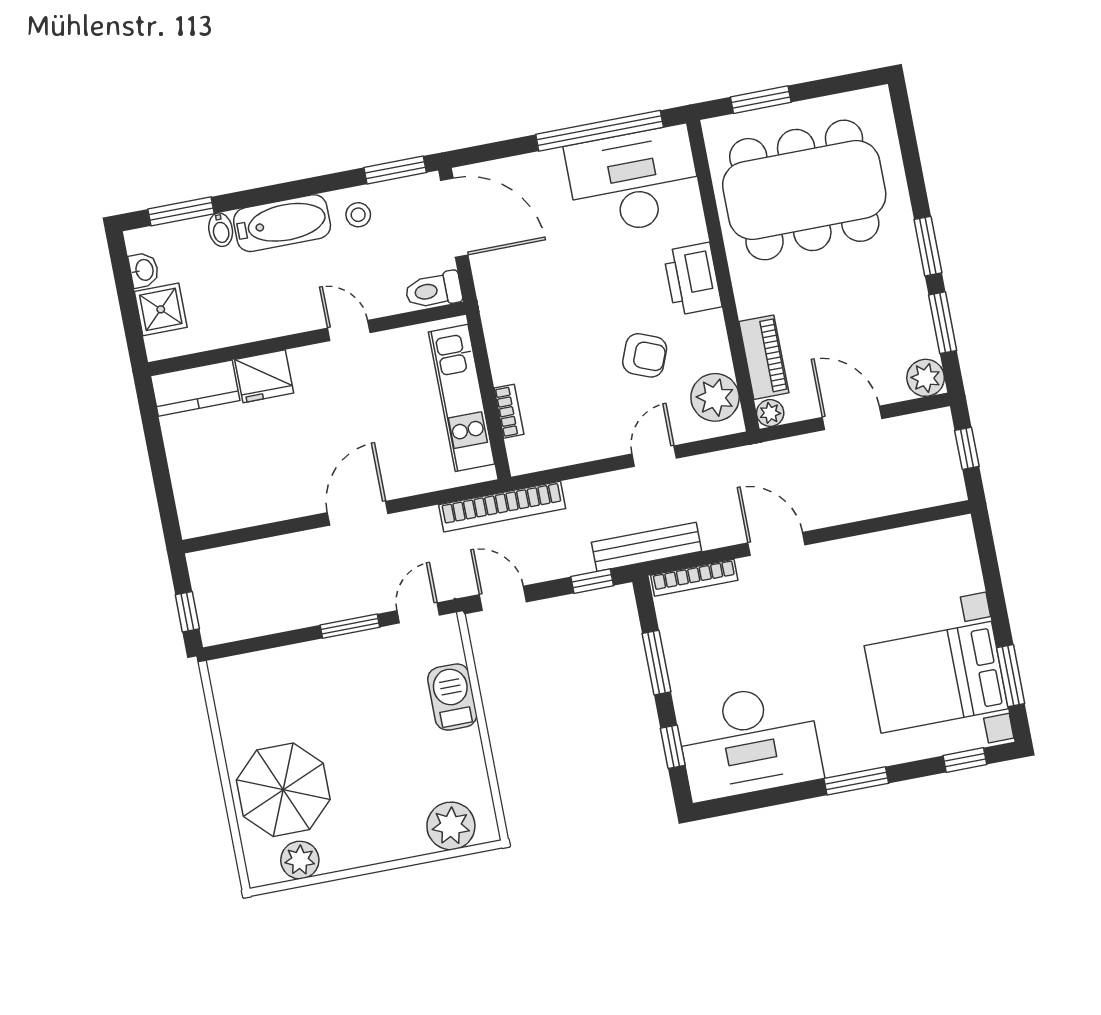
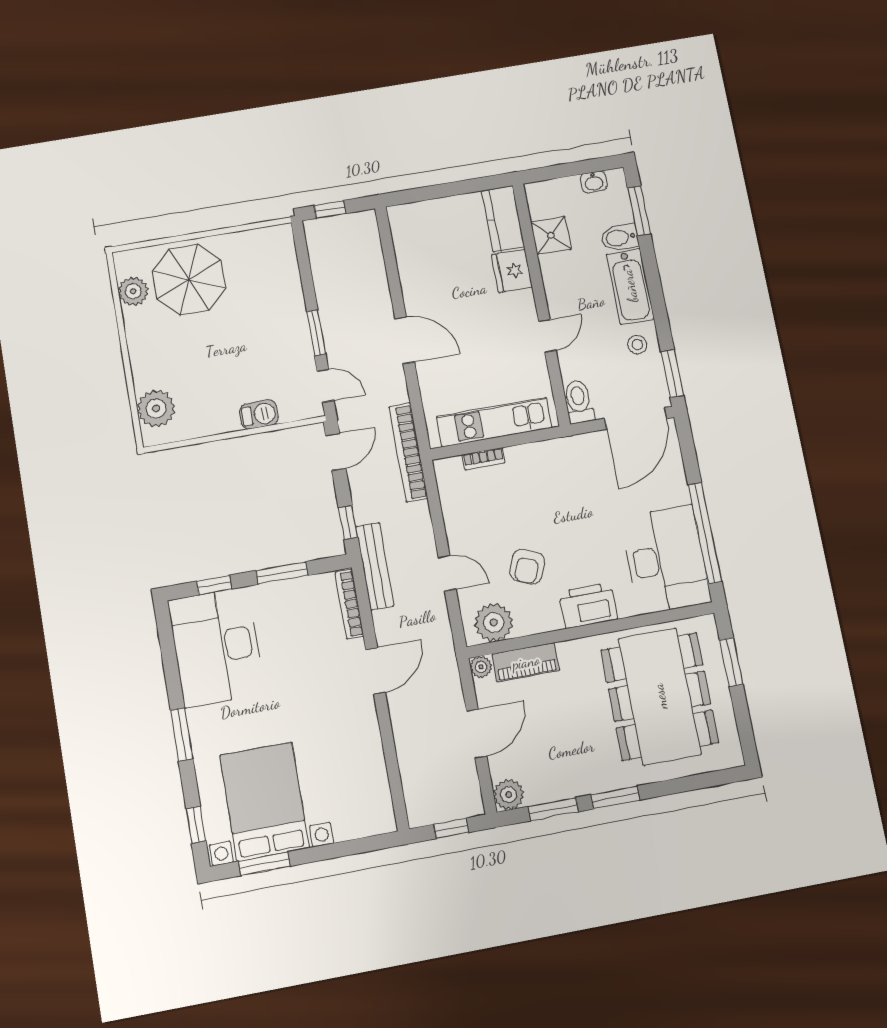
bidet: (221, 230) -> (620, 238), width x1.38, depth x1.36
shower: (161, 309) -> (551, 236), moved
barbecue: (452, 697) -> (259, 414), width x0.73, depth x0.79

